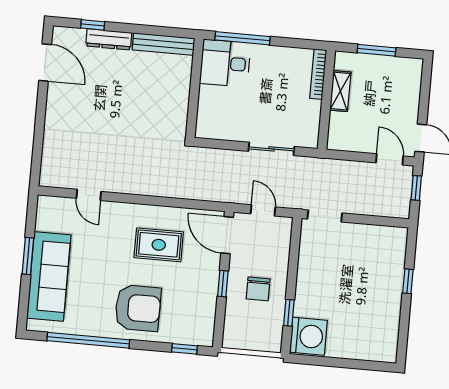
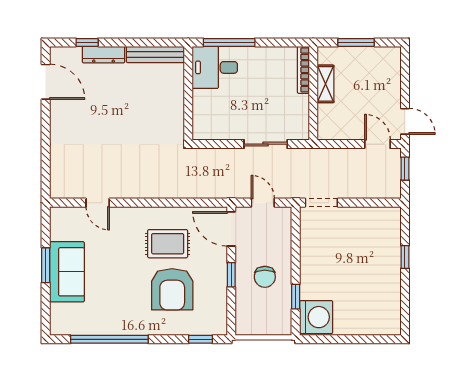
sofa: (49, 276) -> (67, 272), width x0.73
armchair: (138, 308) -> (172, 289), moved, turned 90

